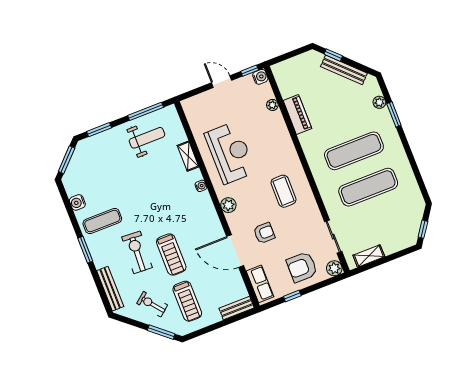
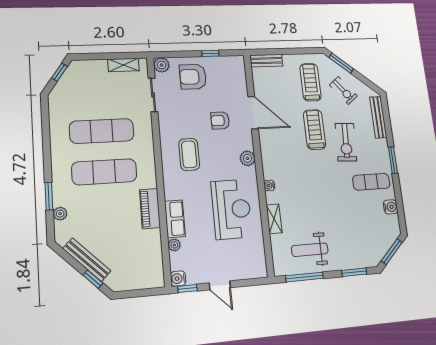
piano: (297, 115) -> (150, 209), moved
reception desk: (230, 153) -> (232, 209), turned 180
armchair: (302, 267) -> (193, 77), turned 180
row of seats: (260, 284) -> (175, 219), moved, turned 180

